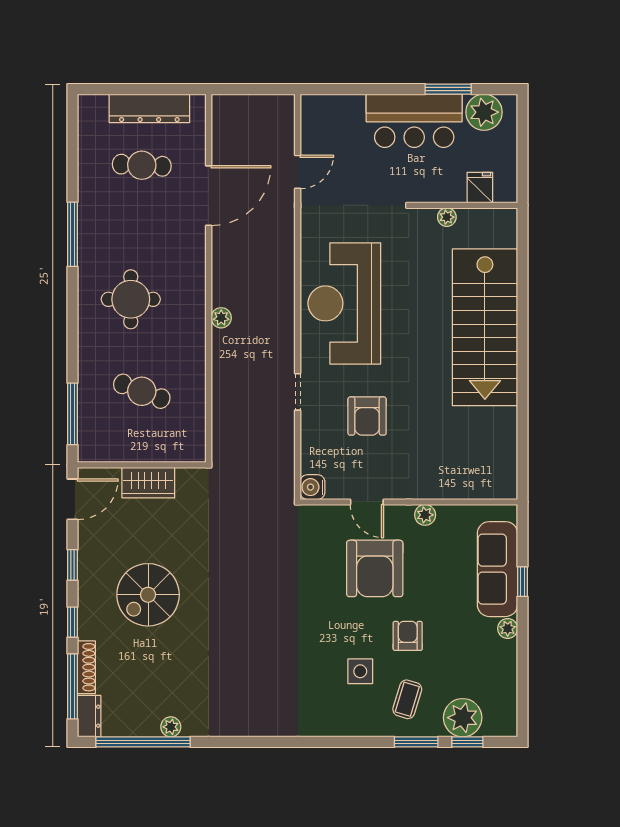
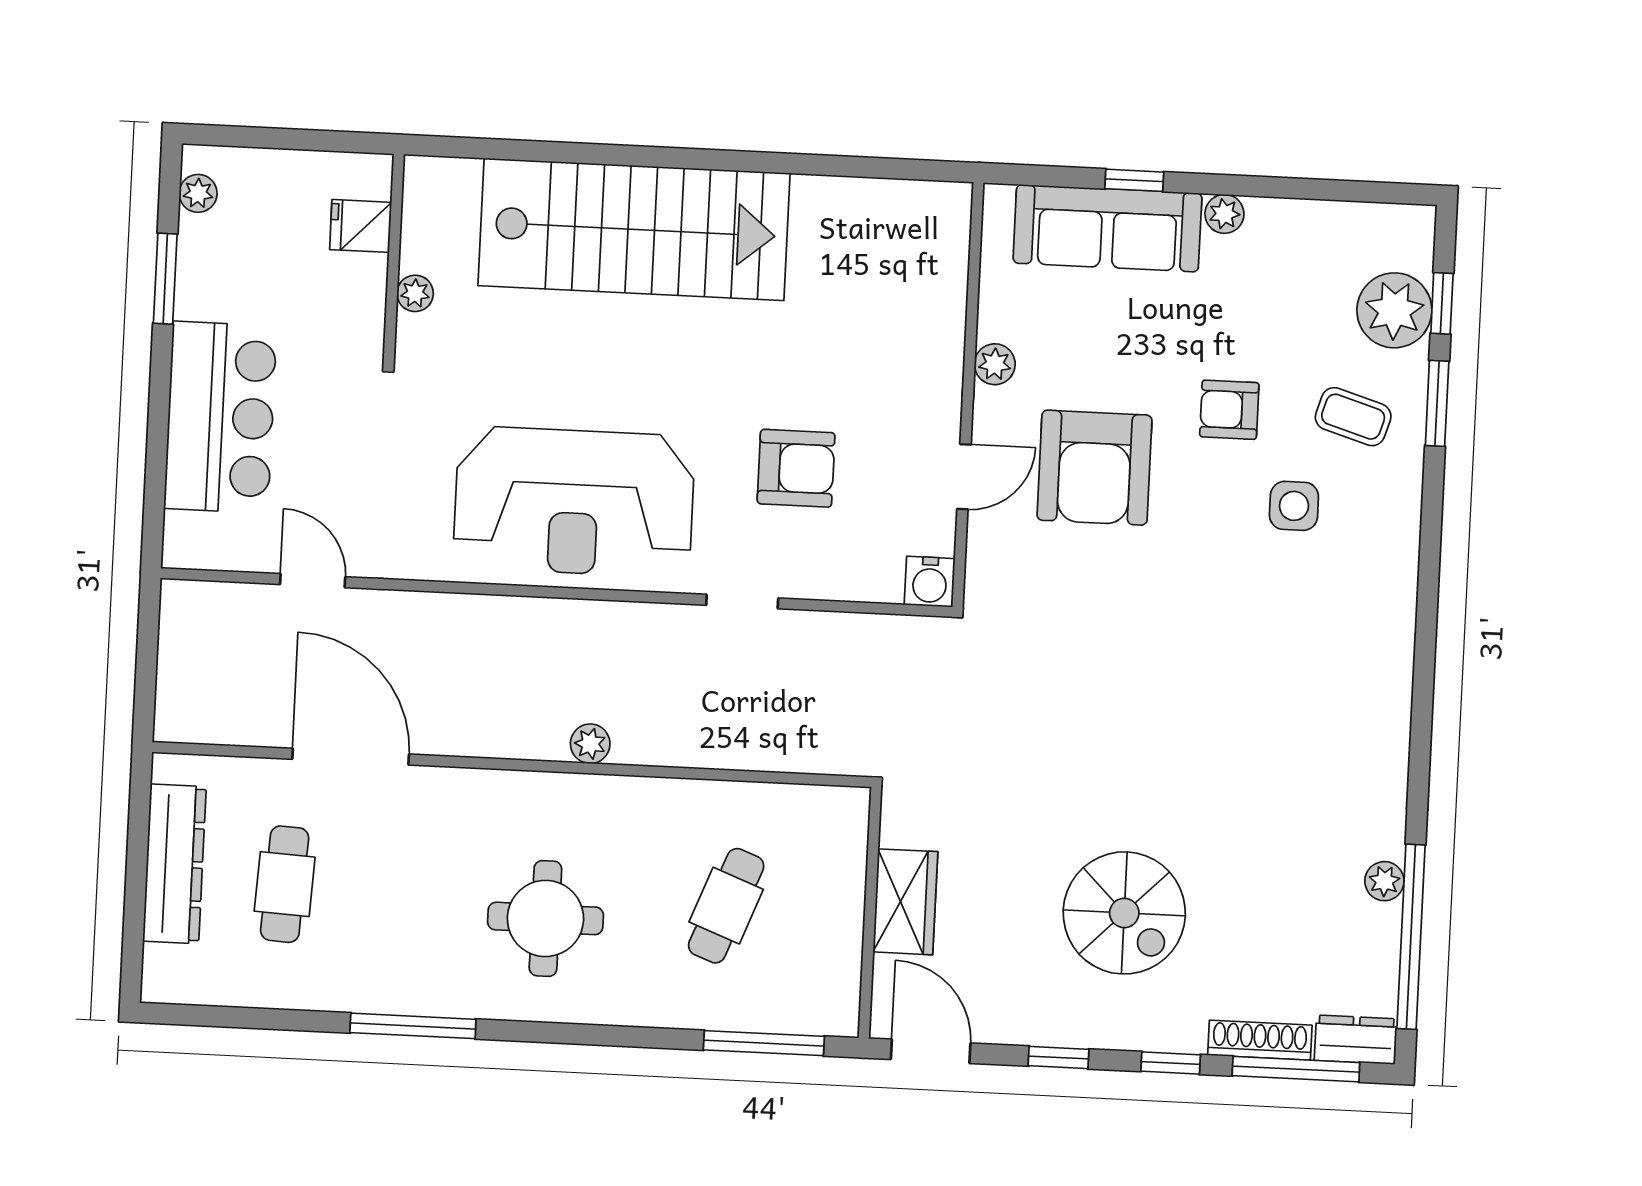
plant: (484, 112) -> (198, 193), width x0.53, depth x0.53
bar counter: (414, 121) -> (220, 417), moved
armchair: (375, 568) -> (1094, 468), turned 90

